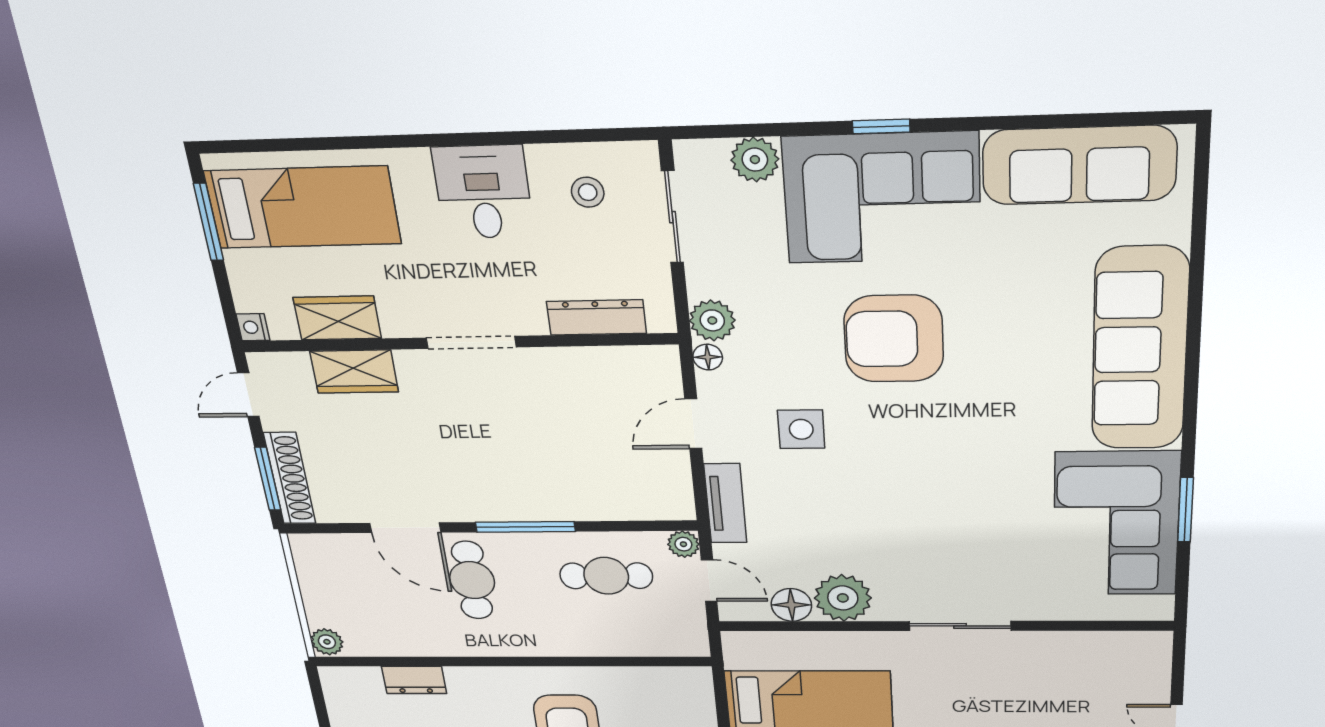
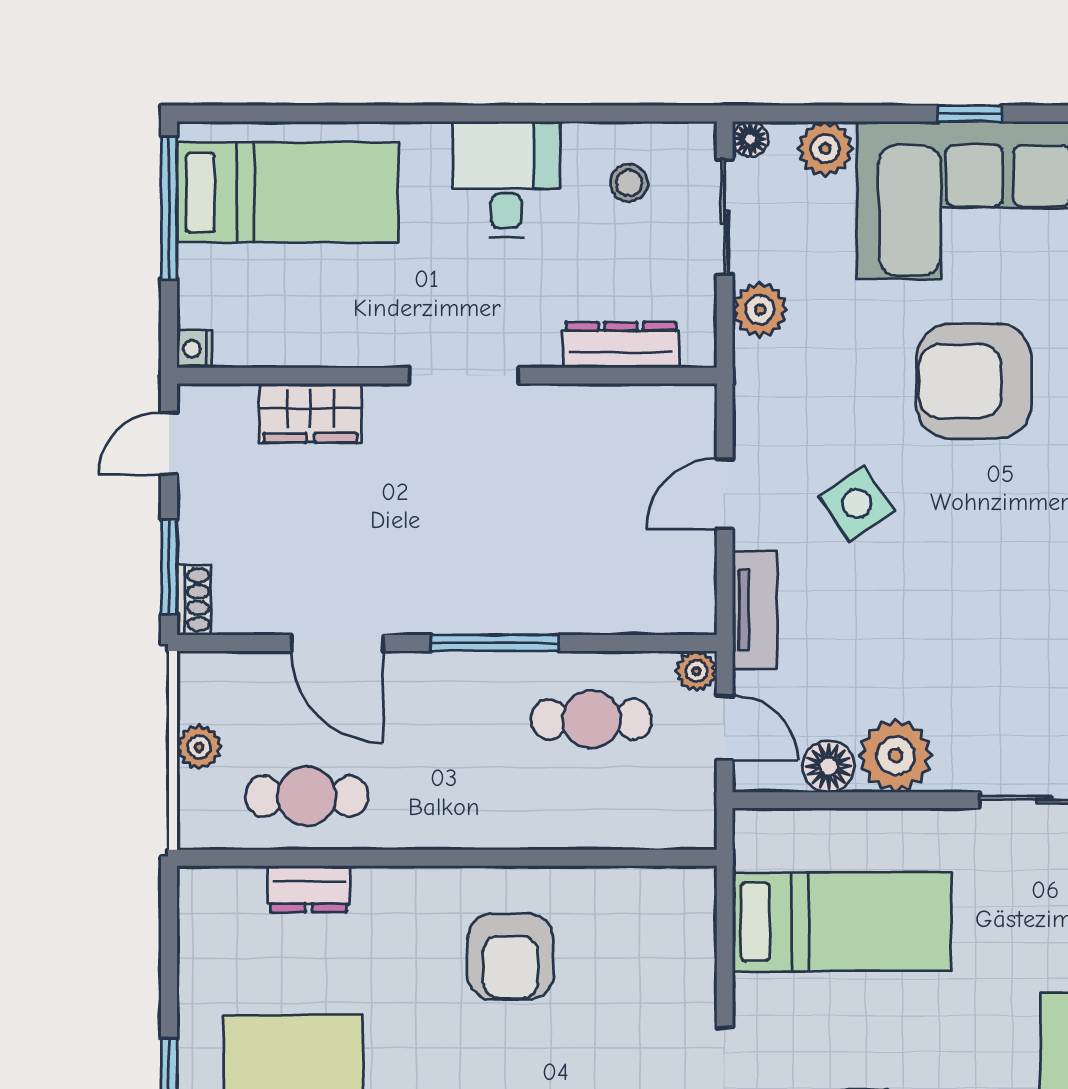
window: (208, 222) -> (169, 208), width x1.44
wardrobe: (337, 318) -> (303, 339), removed
plant: (712, 320) -> (760, 310), moved
floor lamp: (708, 357) -> (750, 139), moved
side table: (801, 429) -> (857, 504), turned -34
shoe rack: (290, 478) -> (194, 600), width x0.51, depth x0.81
cafe table: (472, 580) -> (307, 796), moved, turned 90
plant: (327, 642) -> (199, 747), moved

